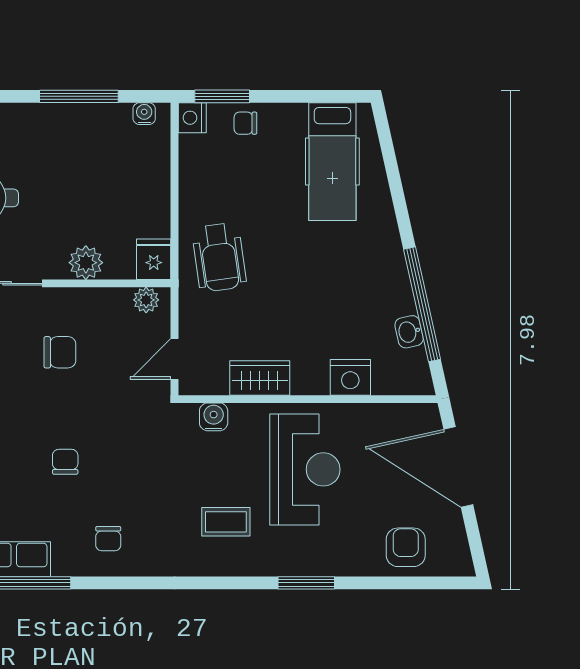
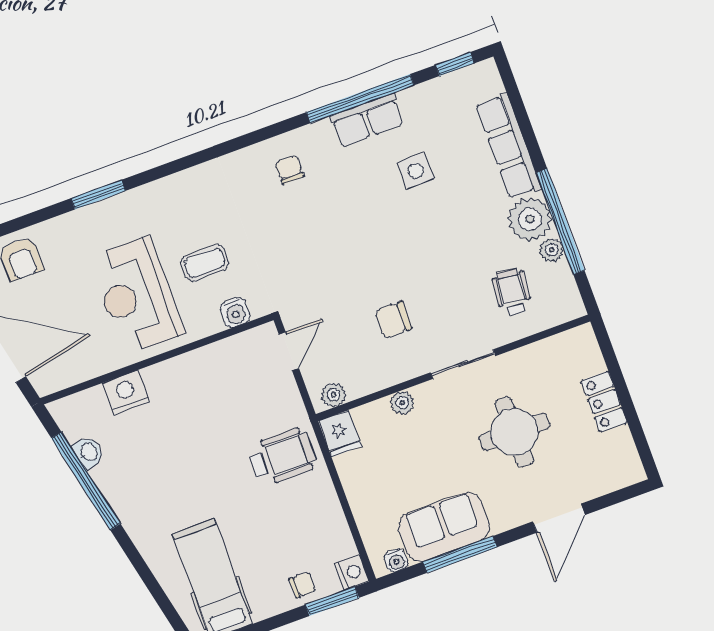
sofa: (85, 129) -> (444, 527), added
wheelchair: (219, 257) -> (282, 457), turned 98
plant: (86, 263) -> (402, 403), width x0.73, depth x0.73
wardrobe: (260, 378) -> (207, 362), removed
chair: (65, 462) -> (353, 224), removed
coffee table: (226, 522) -> (205, 263), moved

